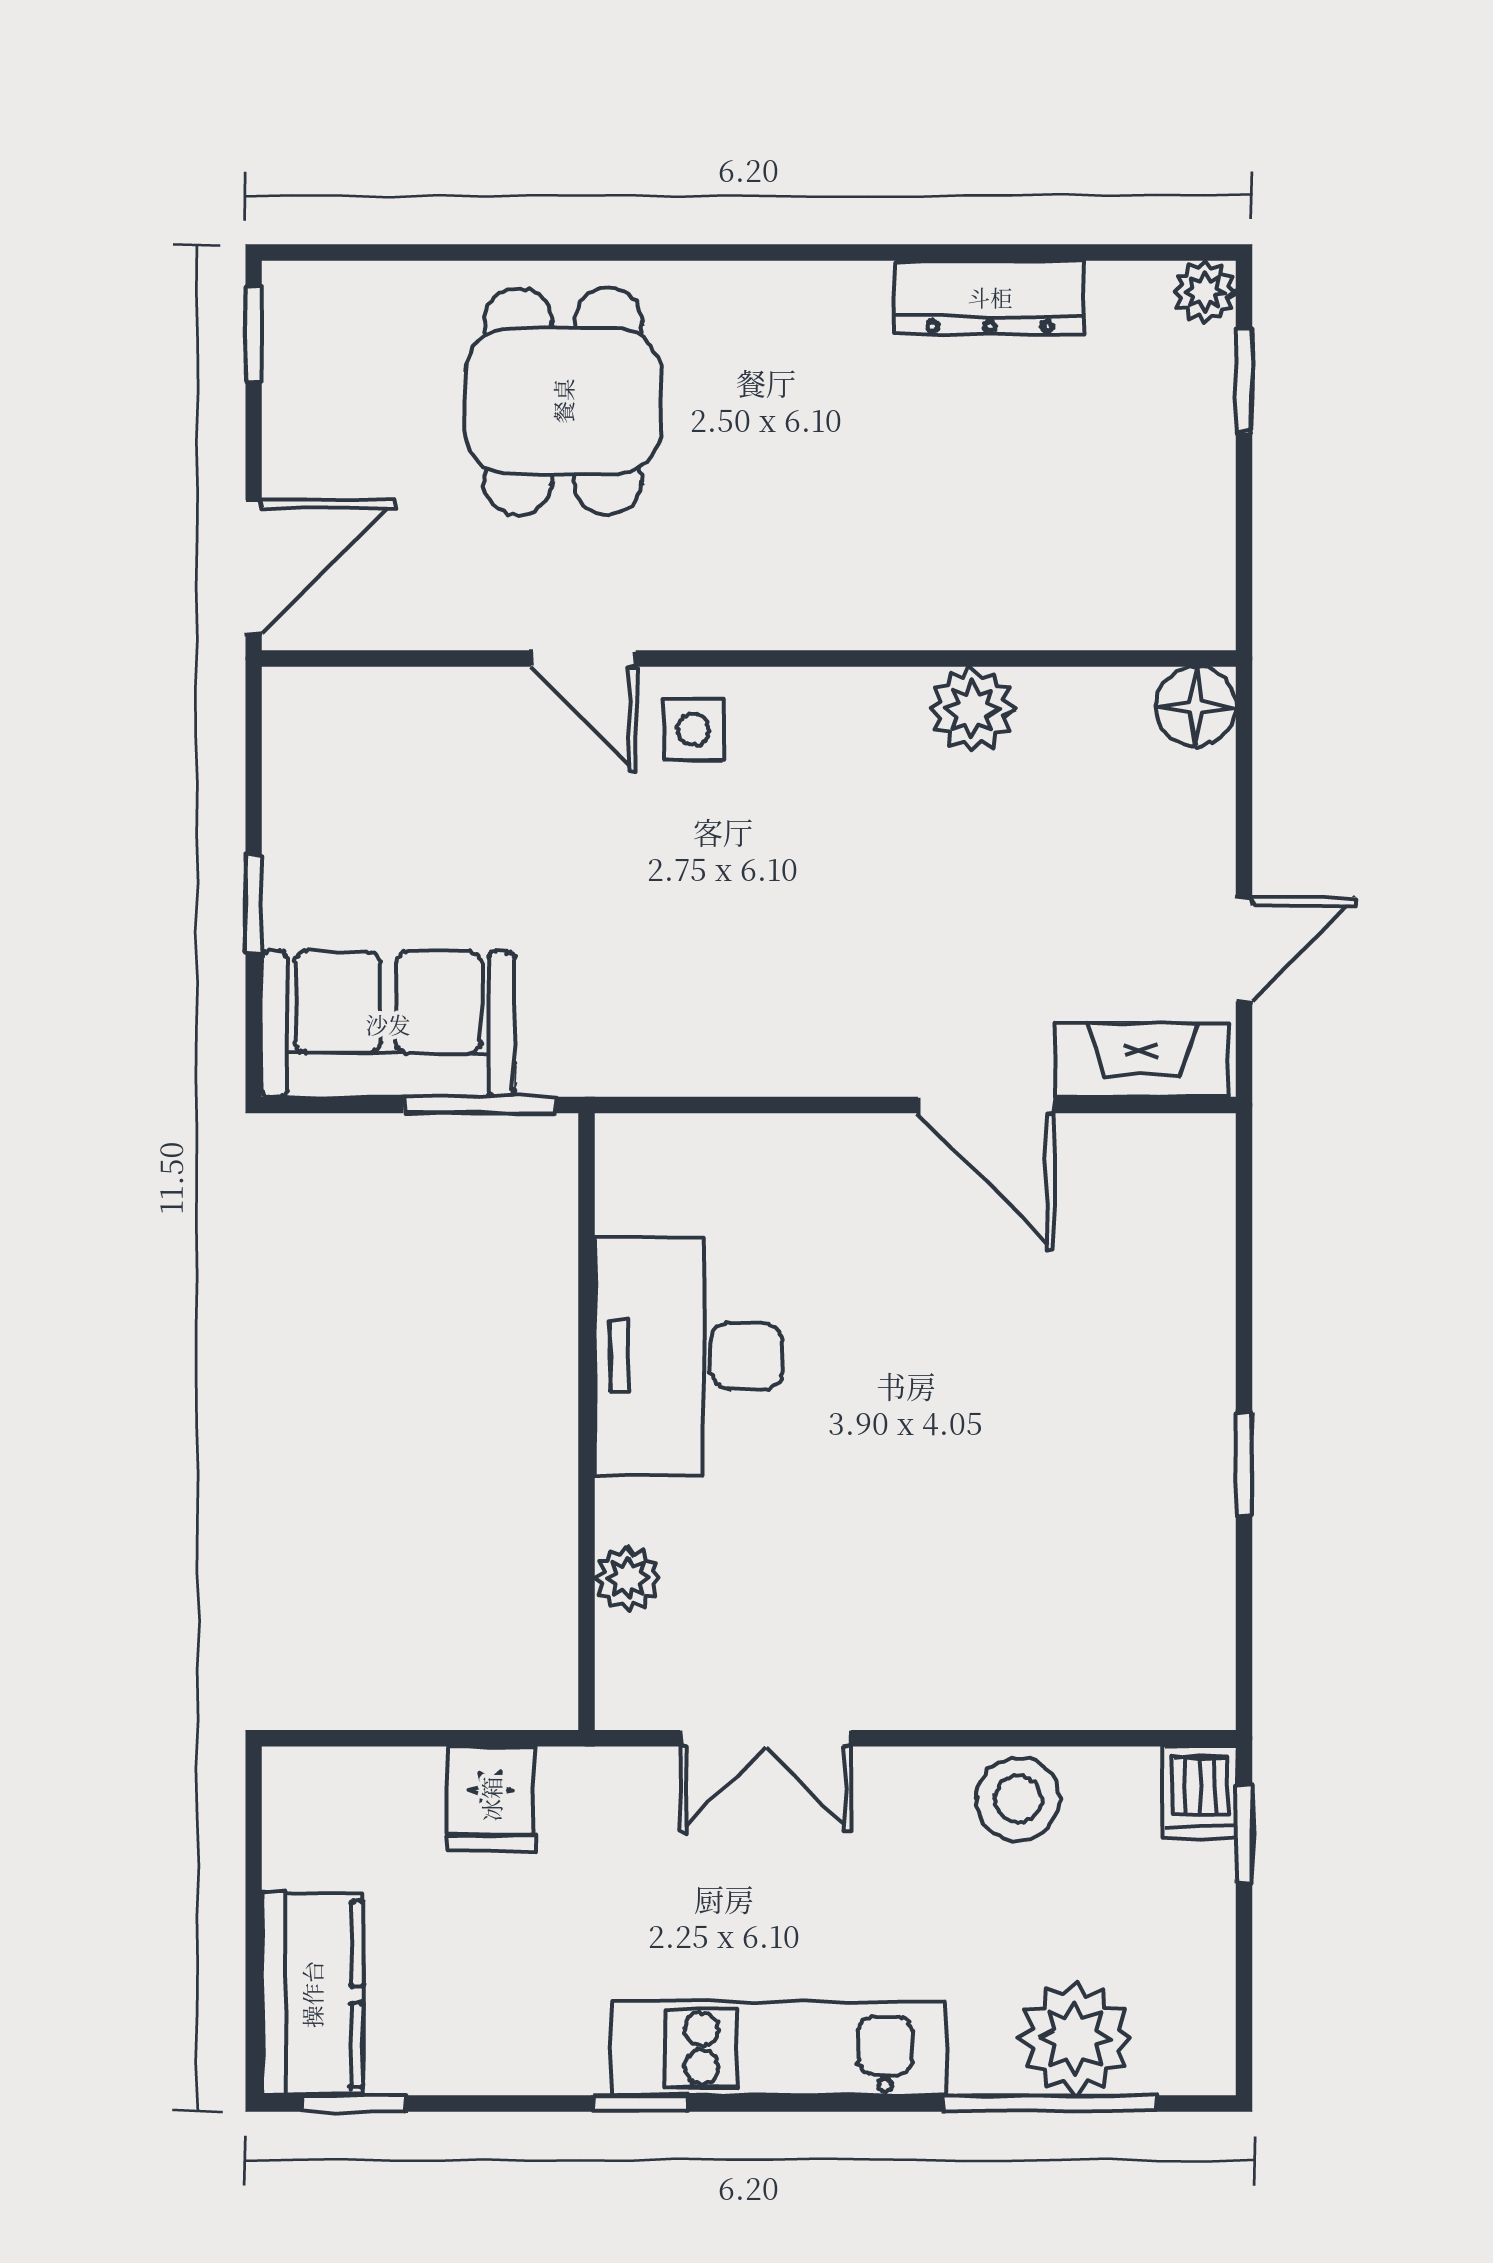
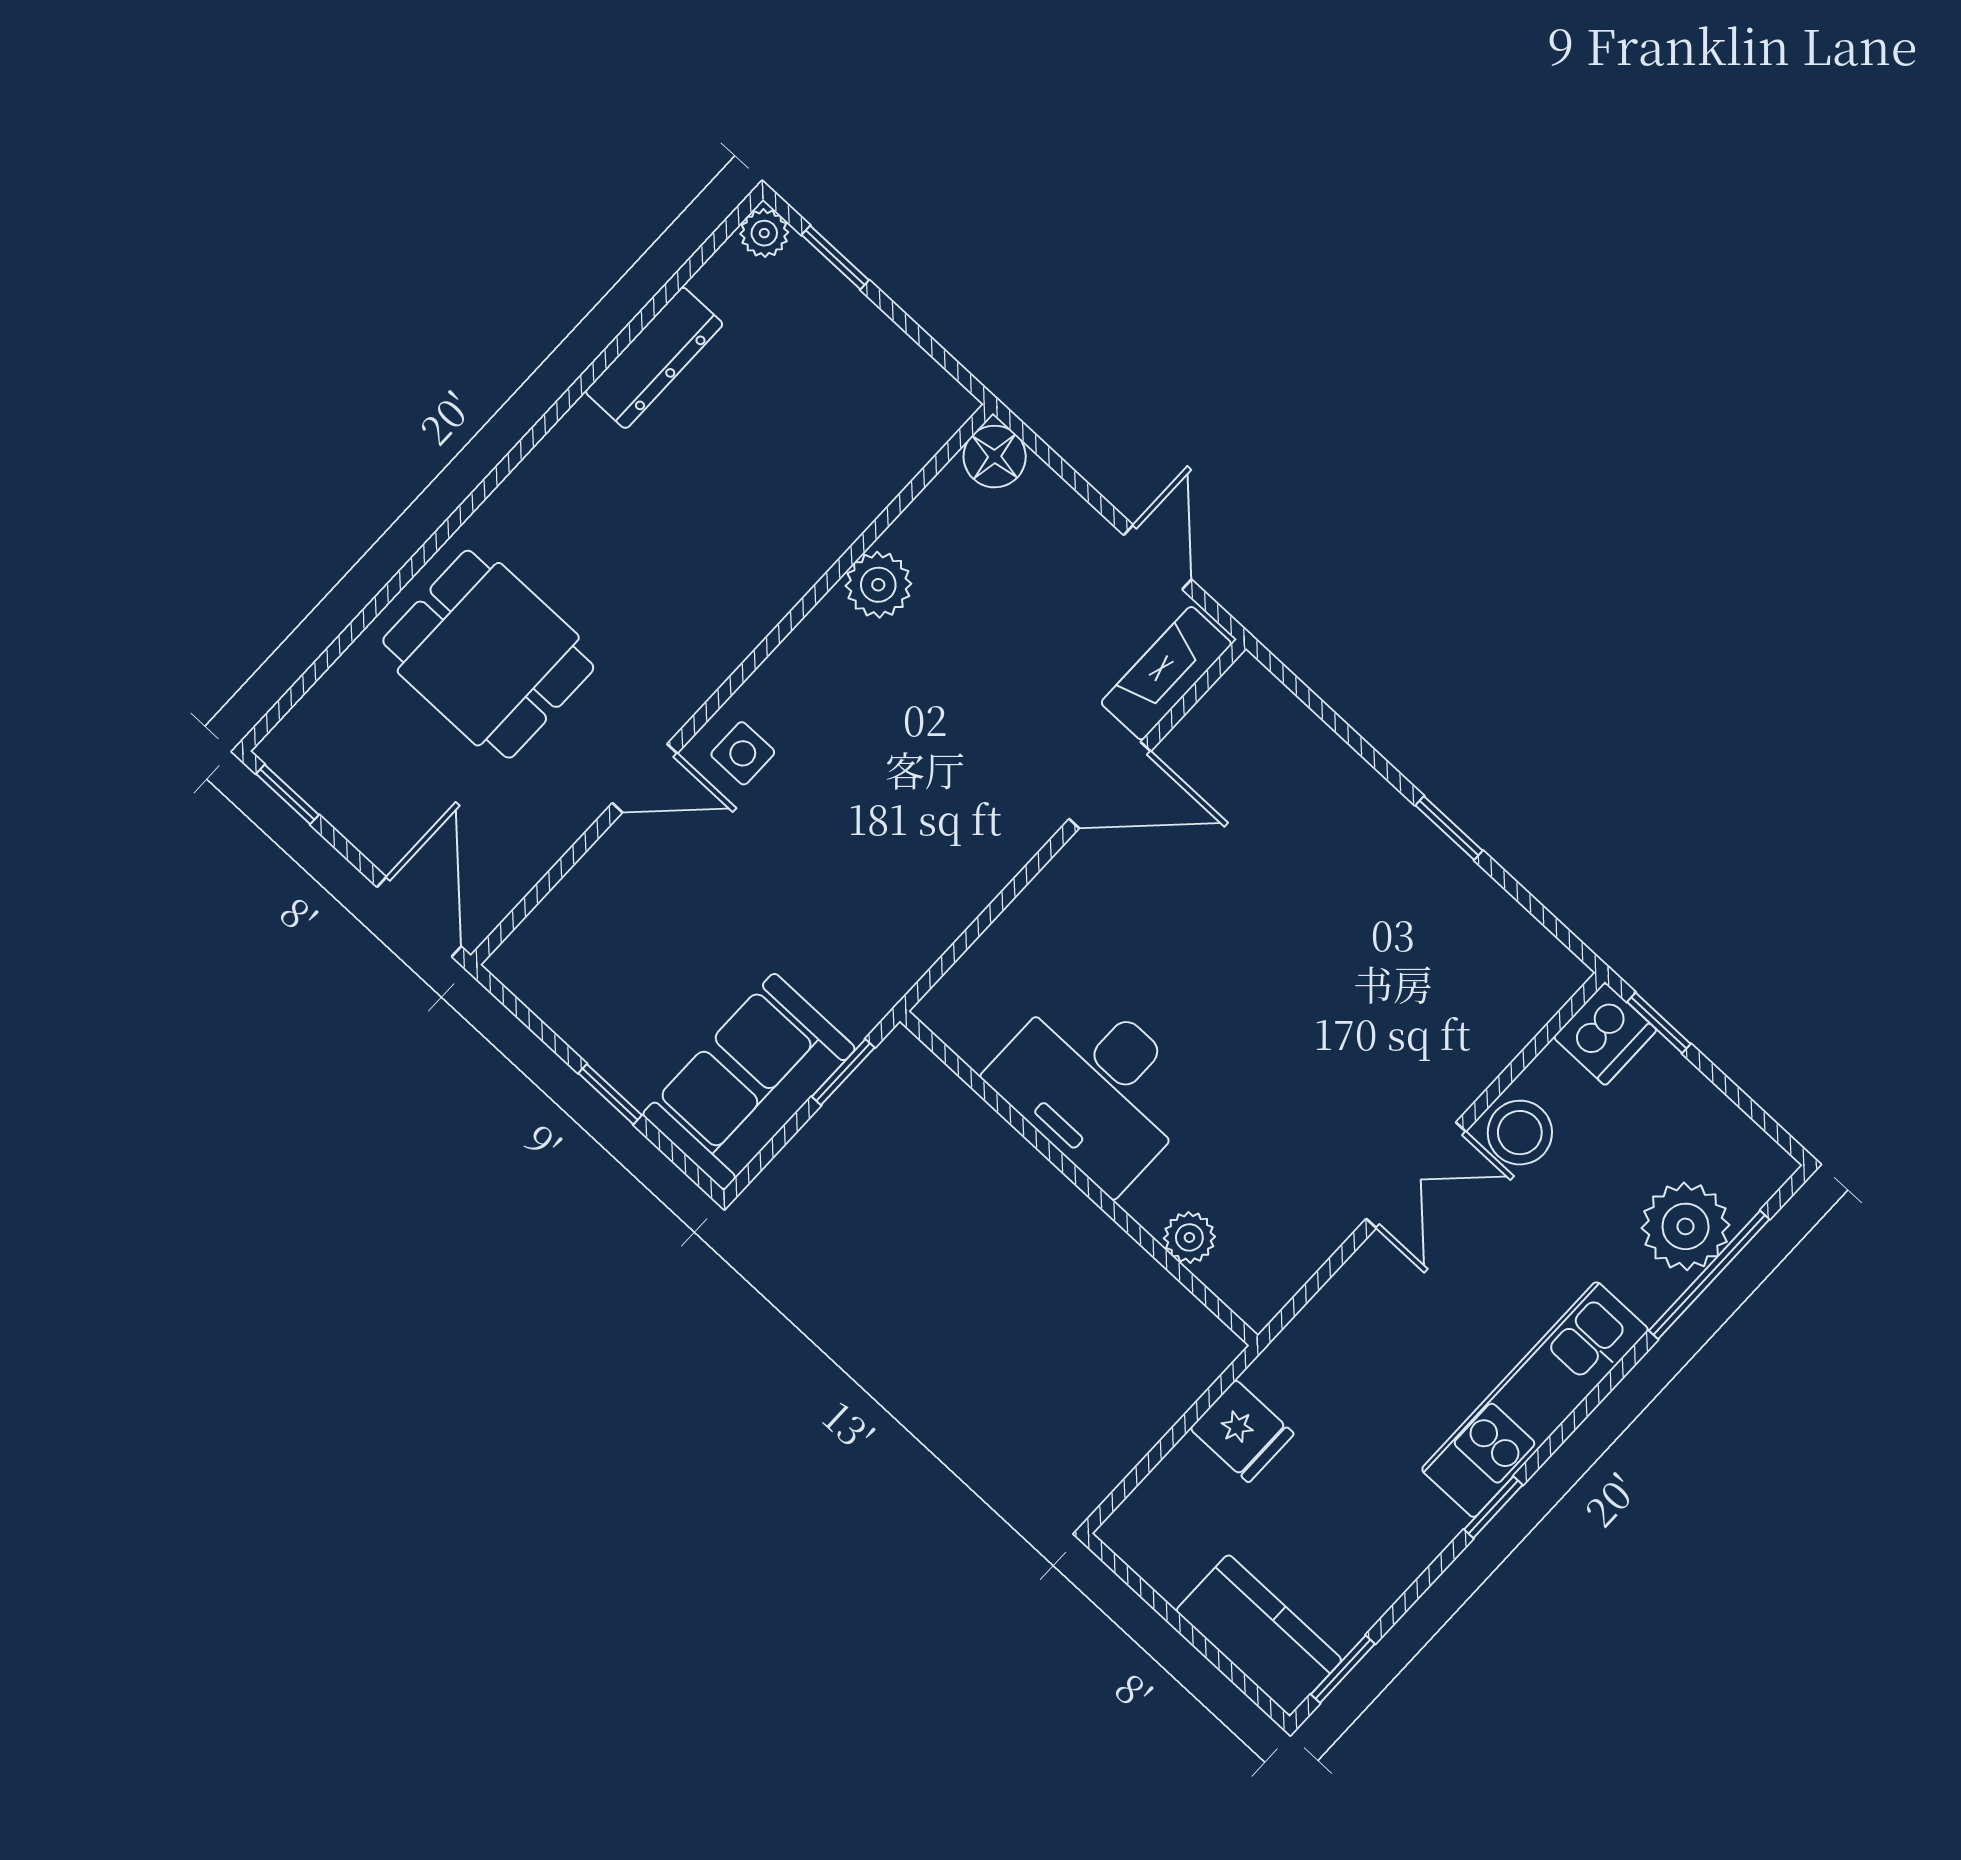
window: (480, 1105) -> (843, 1072), width x0.67
double door: (765, 1738) -> (1416, 1175), moved
dishwasher: (1200, 1793) -> (1605, 1034), width x1.38

